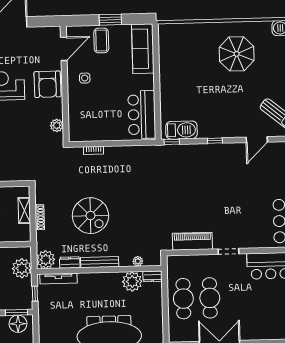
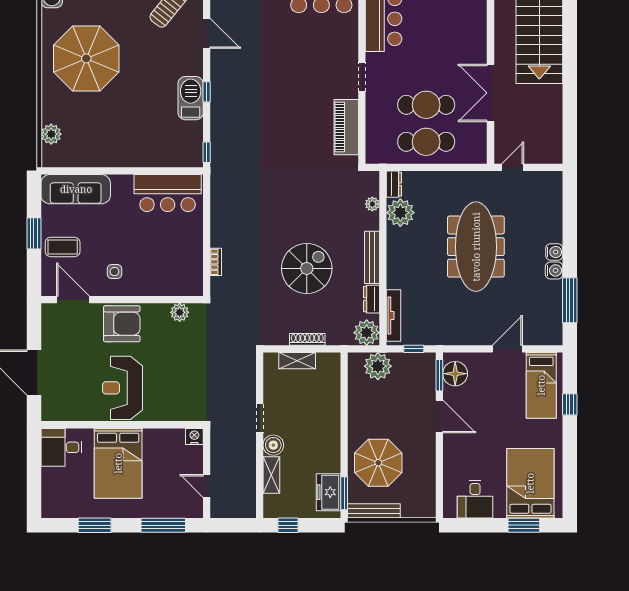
plant: (182, 30) -> (51, 134), added
parasol: (237, 54) -> (86, 58), width x1.36, depth x1.36
barbecue: (181, 130) -> (191, 98), moved

